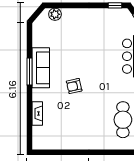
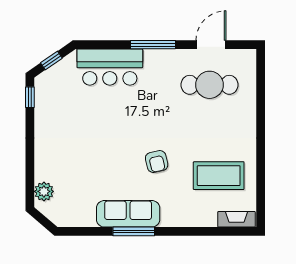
fireplace: (37, 114) -> (237, 219), moved
coffee table: (65, 126) -> (219, 176), added

